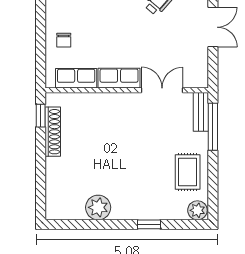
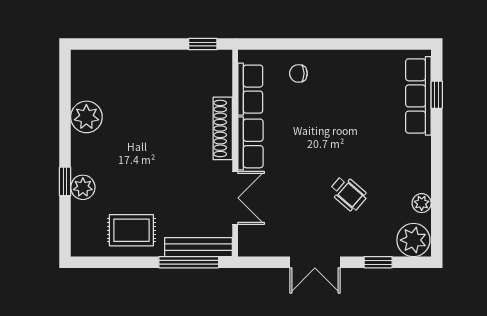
bench: (201, 112) -> (199, 247), width x1.36
shoe rack: (53, 132) -> (223, 128), moved, turned 90
plant: (197, 210) -> (83, 187), moved

